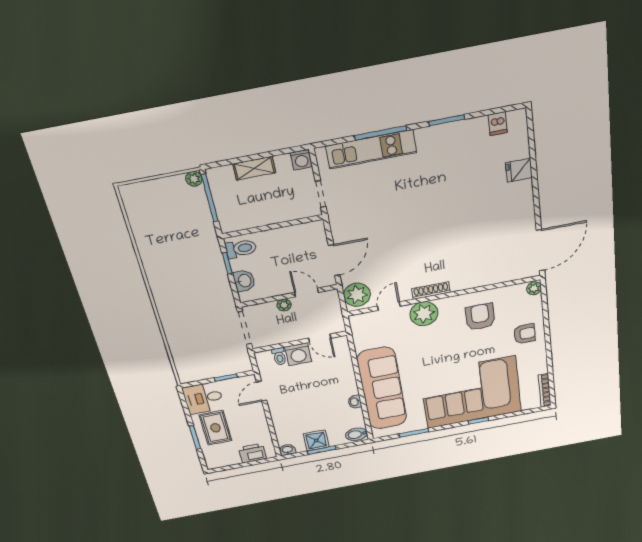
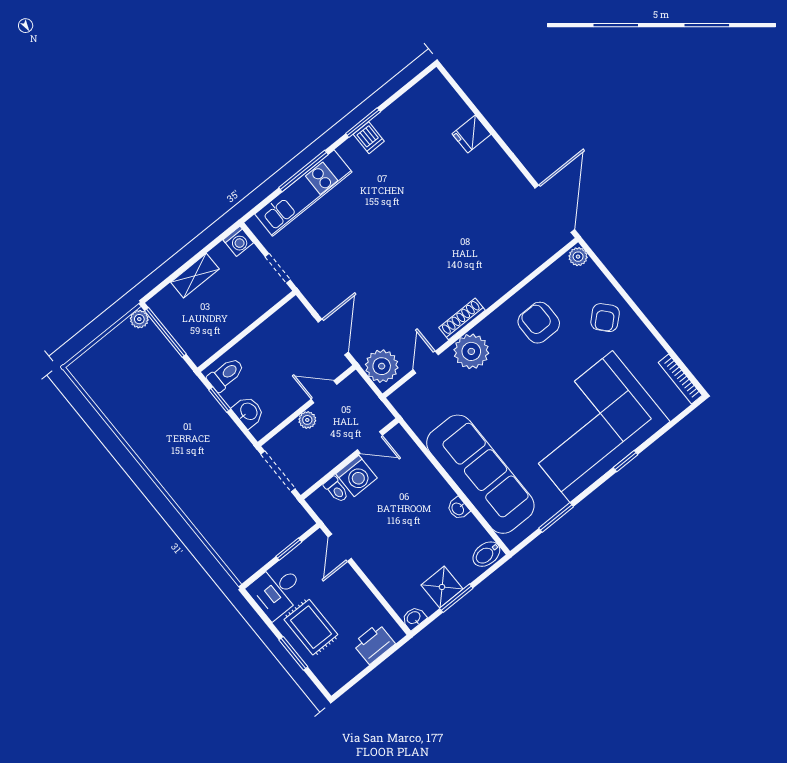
dishwasher: (498, 124) -> (369, 138), moved
armchair: (525, 334) -> (605, 318), turned 138

